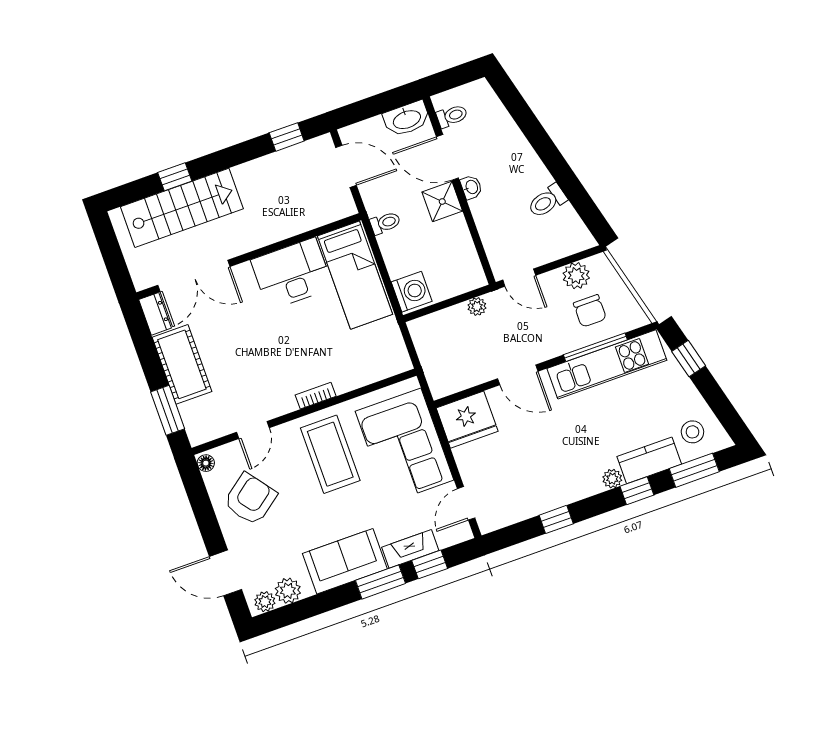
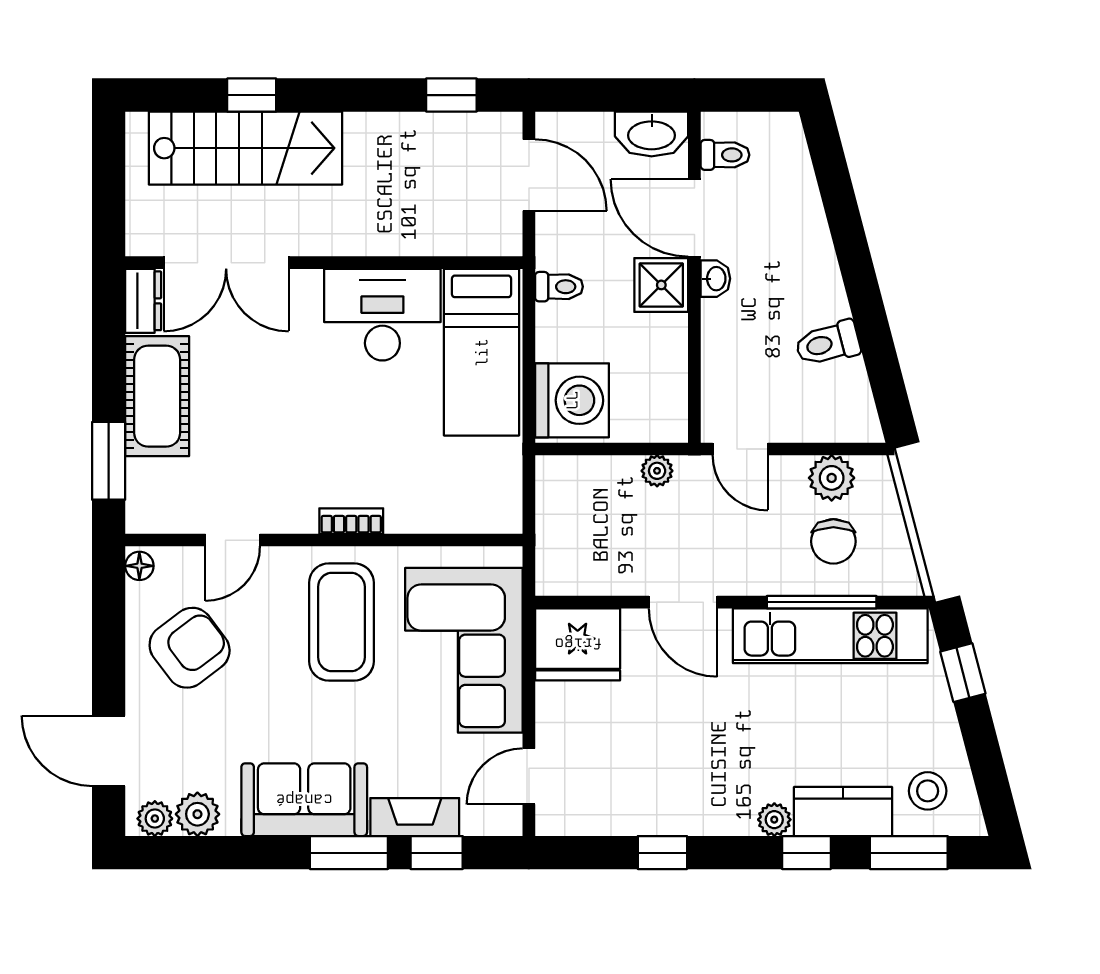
washing machine: (412, 292) -> (572, 400), width x1.37, depth x1.37

